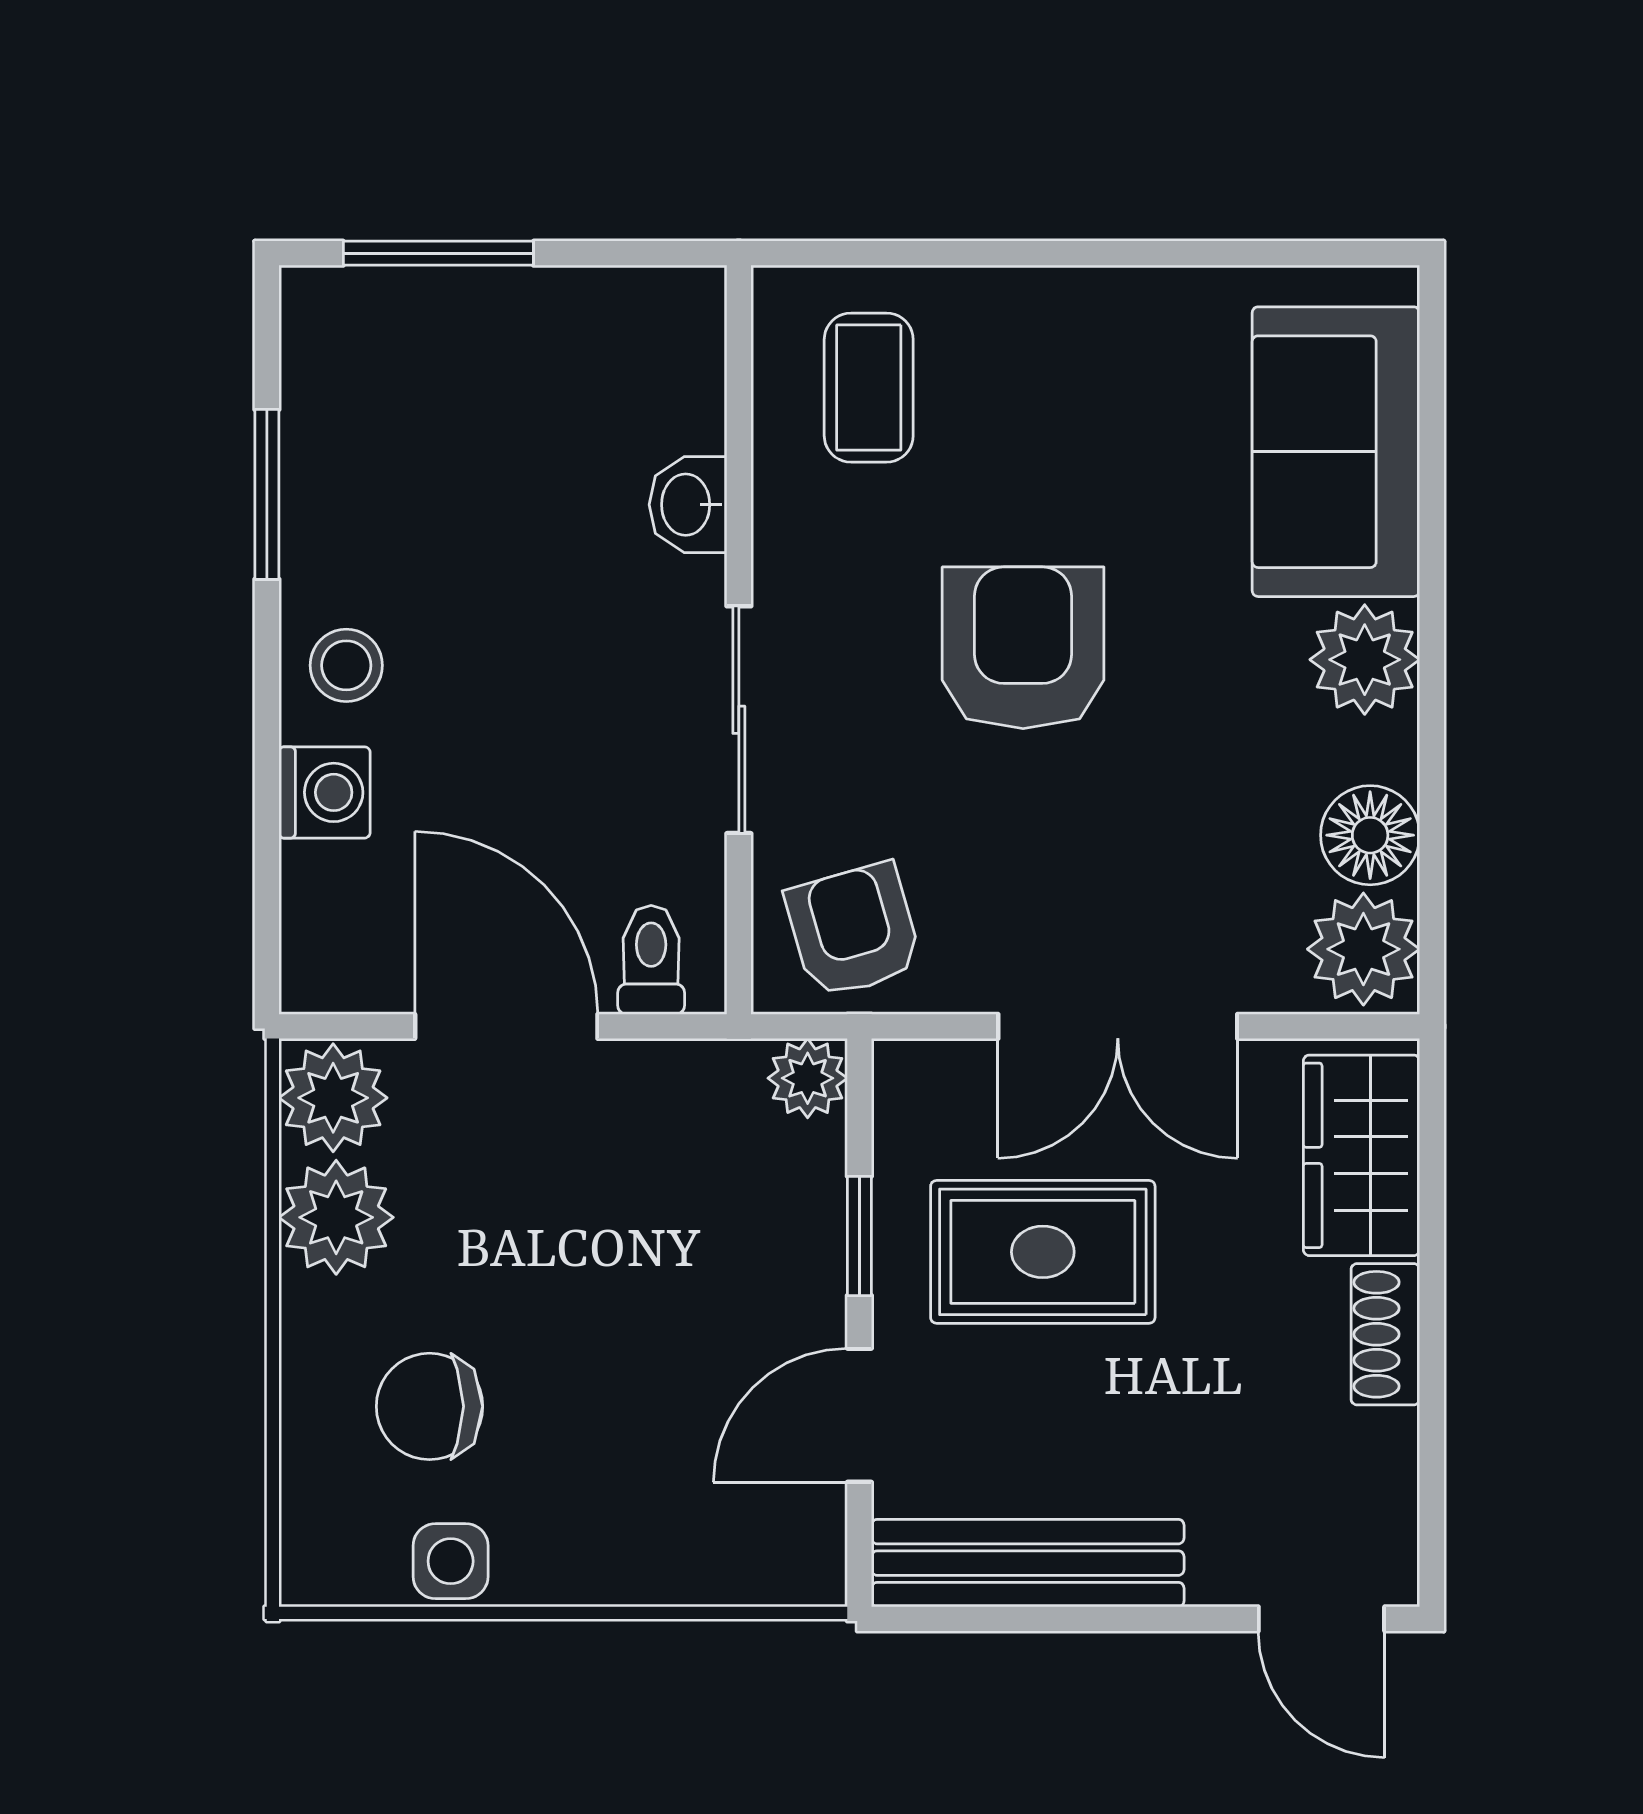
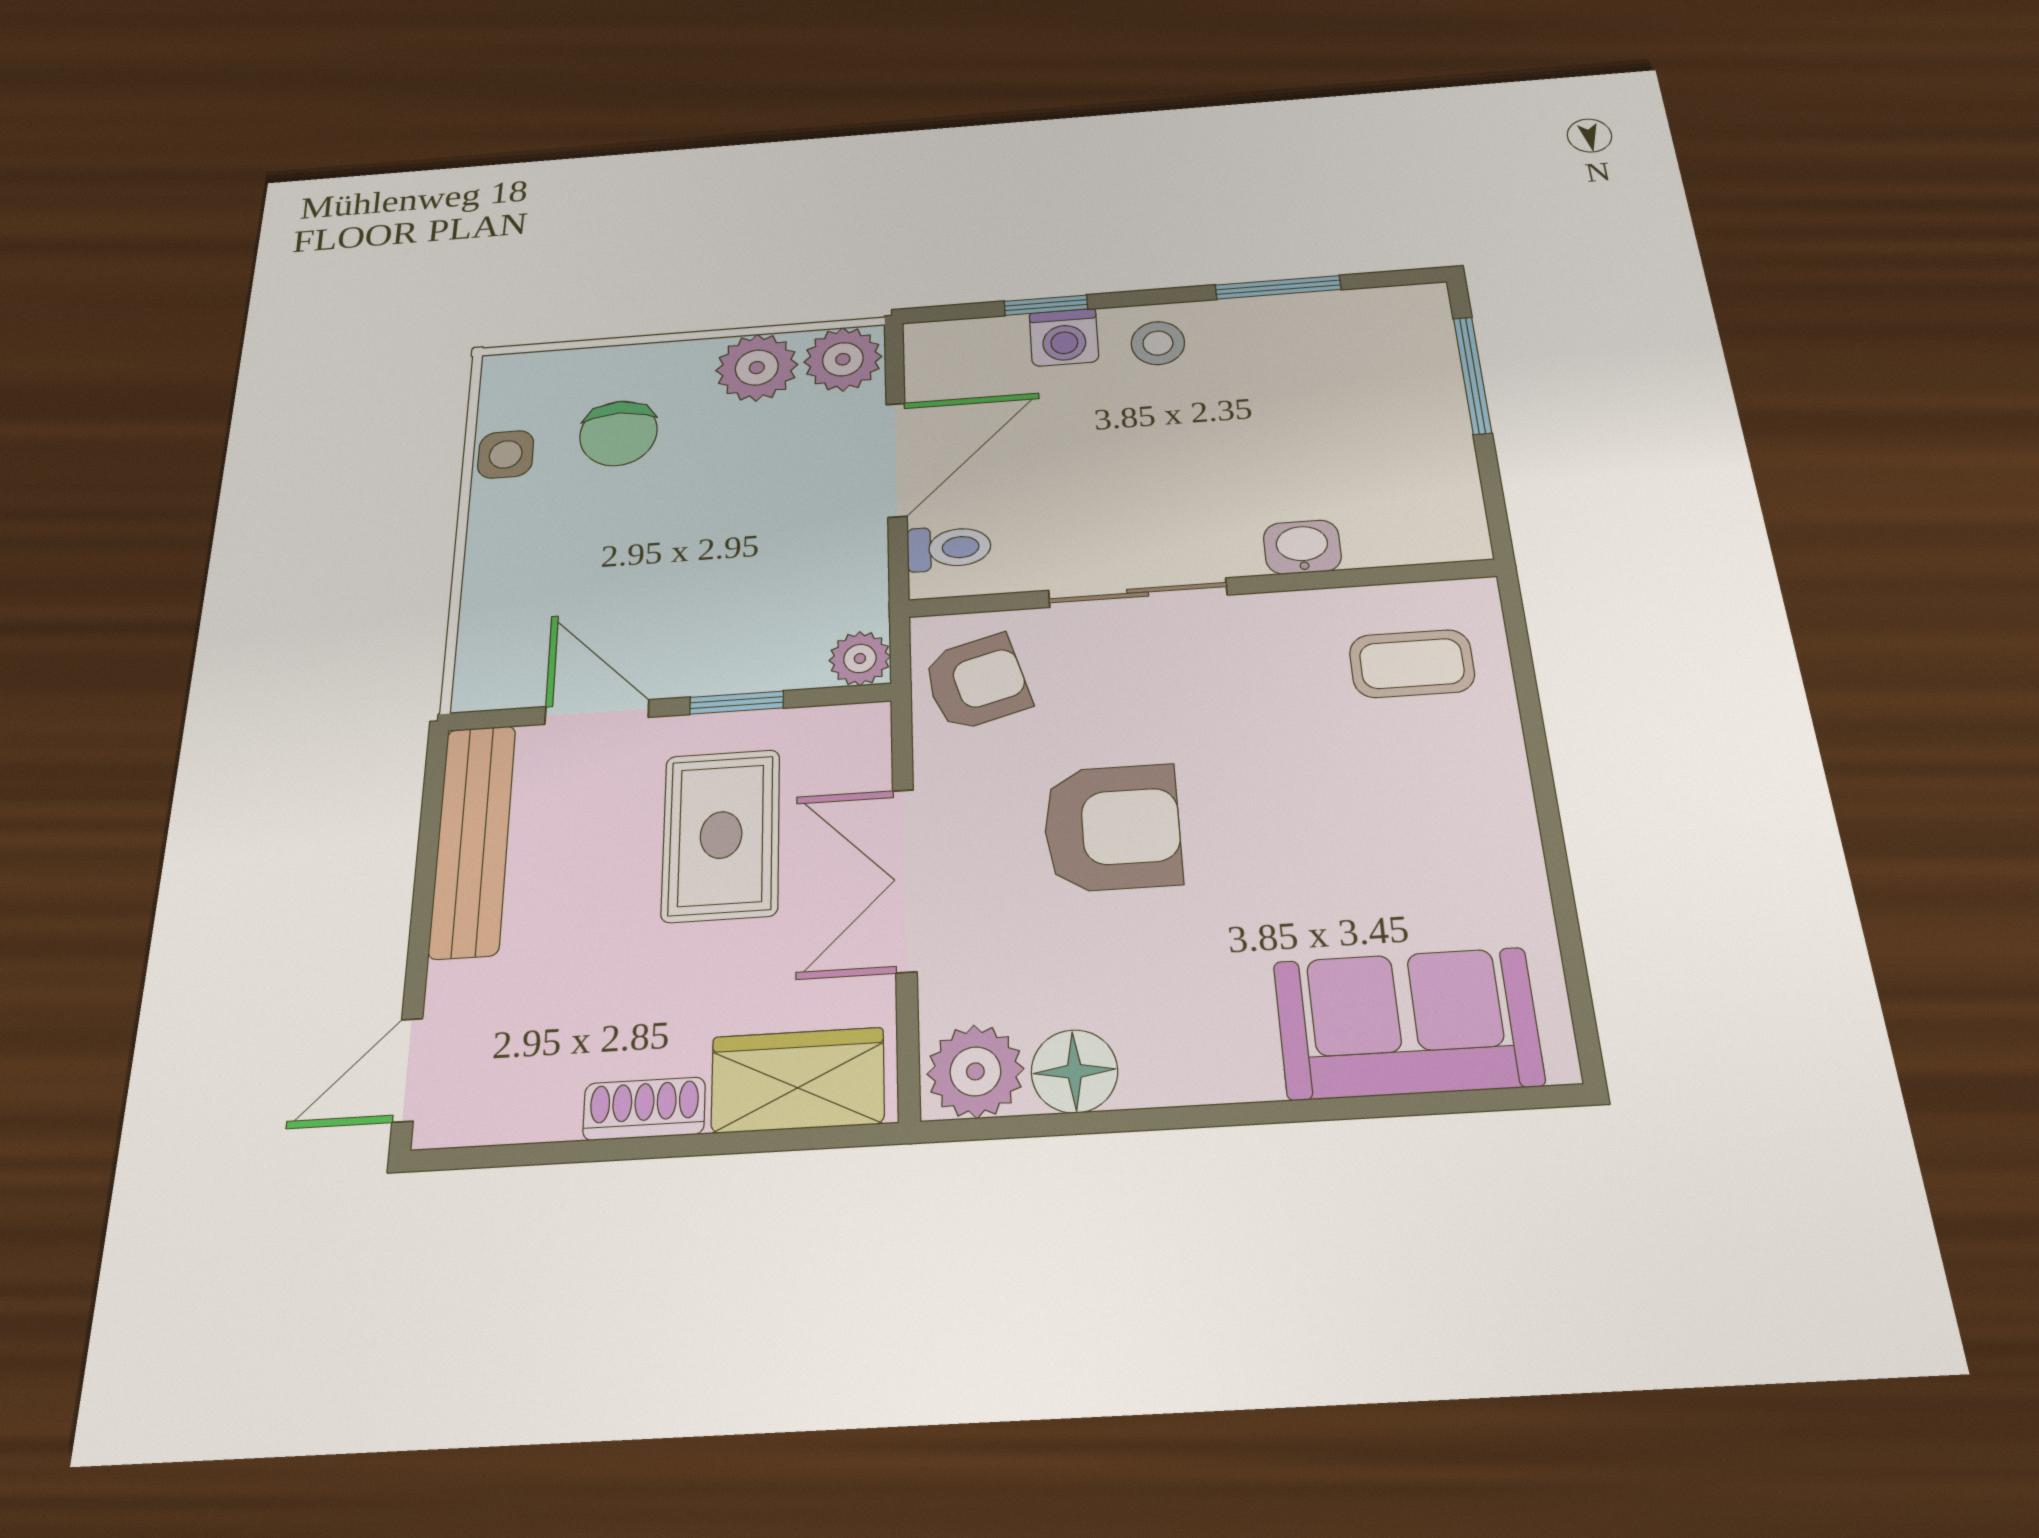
armchair: (1023, 648) -> (1112, 828), moved
plant: (1365, 660) -> (1227, 1058), removed
window: (267, 815) -> (1046, 305), added
chair: (429, 1406) -> (618, 433), turned 180

